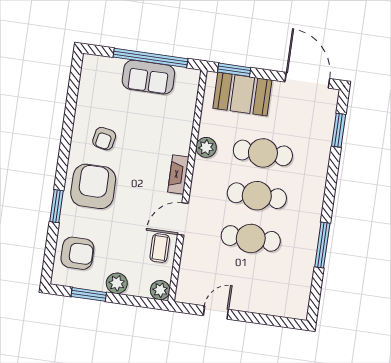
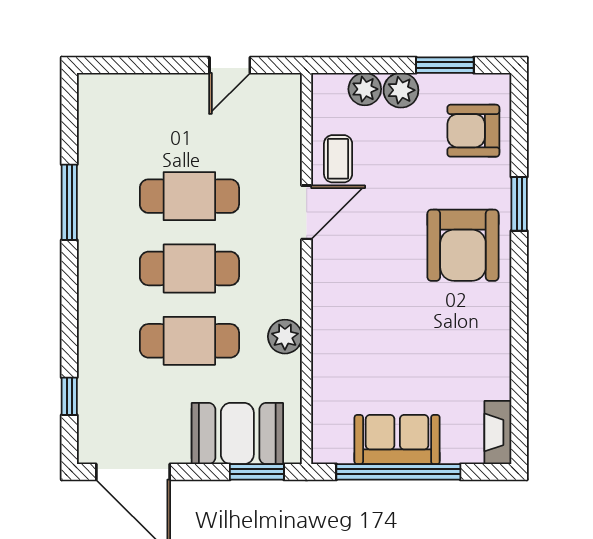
window: (339, 130) -> (69, 396), width x0.67
armchair: (104, 139) -> (456, 327), removed
fireplace: (178, 174) -> (498, 432), moved, turned 180
plant: (160, 290) -> (365, 89), moved

